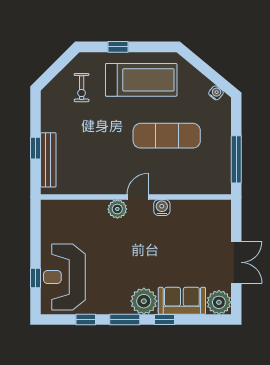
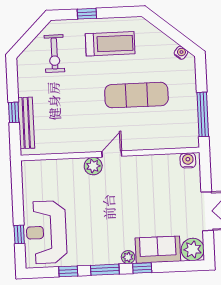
treadmill: (141, 80) -> (110, 44), width x0.73, depth x0.73
exercise bike: (82, 88) -> (54, 54), width x1.38, depth x1.39
water cooler: (162, 208) -> (188, 160), moved
plant: (144, 301) -> (128, 257), width x0.53, depth x0.53

